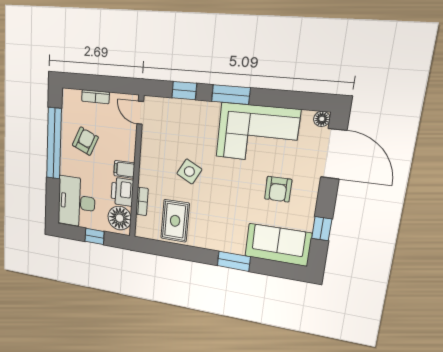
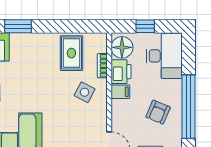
side table: (189, 171) -> (85, 92), moved

